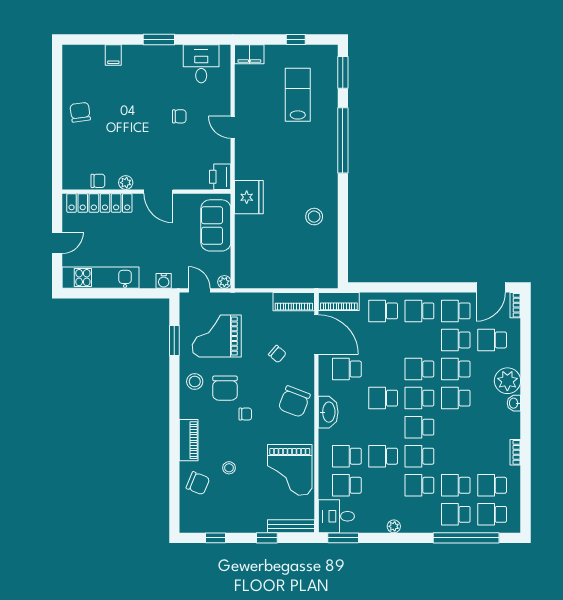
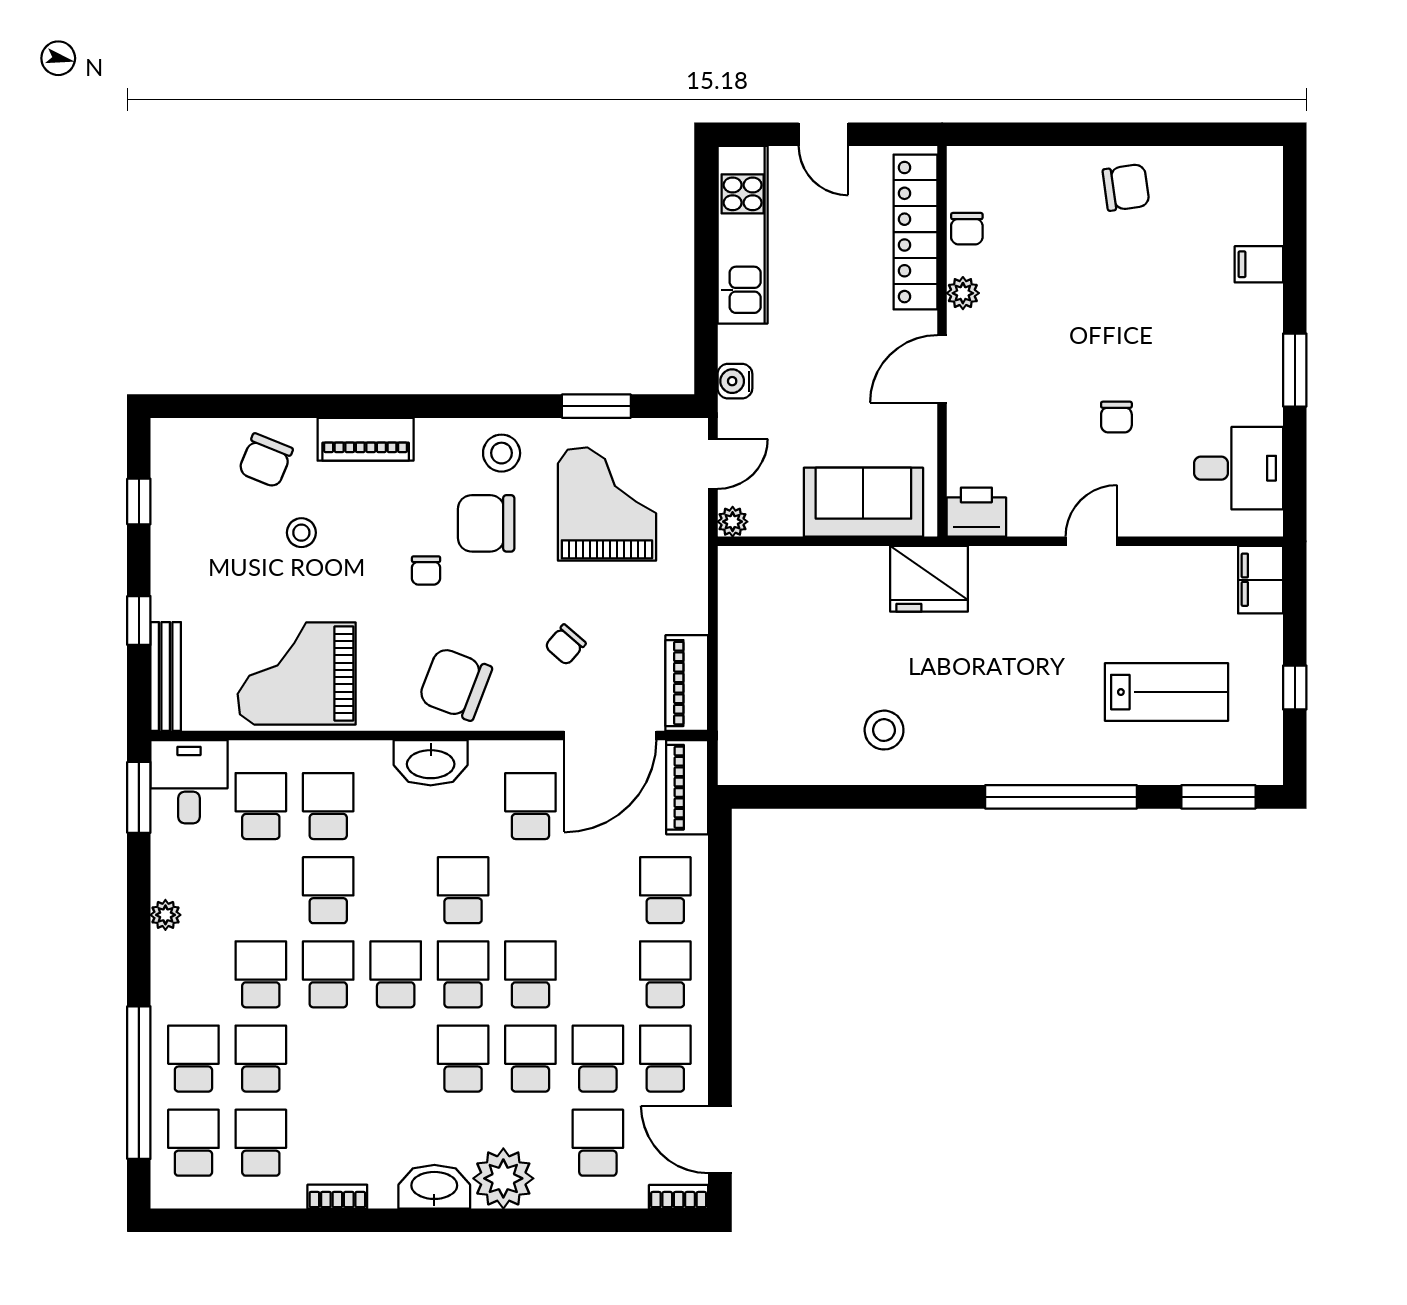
washbasin: (514, 403) -> (434, 1187), width x1.91, depth x1.45

